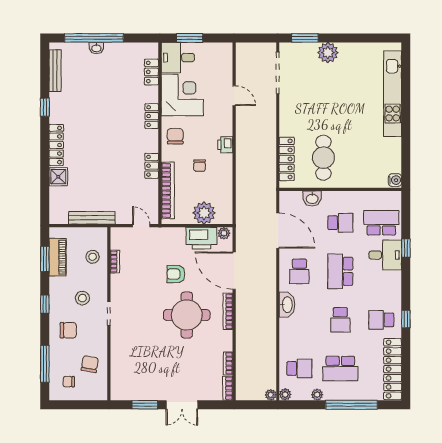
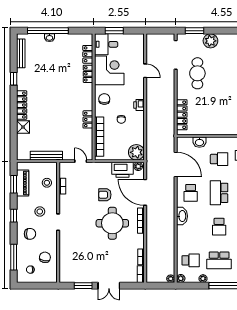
locker: (152, 116) -> (88, 74), moved
cafe table: (323, 158) -> (197, 73), moved
plant: (204, 213) -> (136, 152), moved

